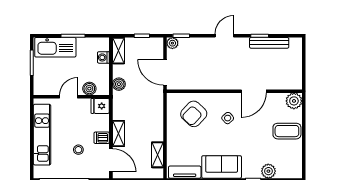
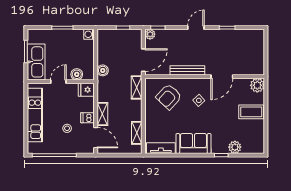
bench: (269, 43) -> (187, 70), moved
kitchen sink: (55, 47) -> (36, 62), moved, turned -90
shelving: (118, 51) -> (137, 87), moved
washing machine: (103, 57) -> (89, 34), moved
door: (165, 72) -> (143, 60), swing flipped

